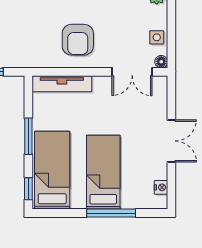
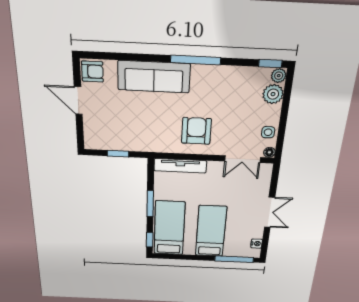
armchair: (78, 40) -> (196, 131), turned 180
window: (111, 213) -> (234, 259), moved

